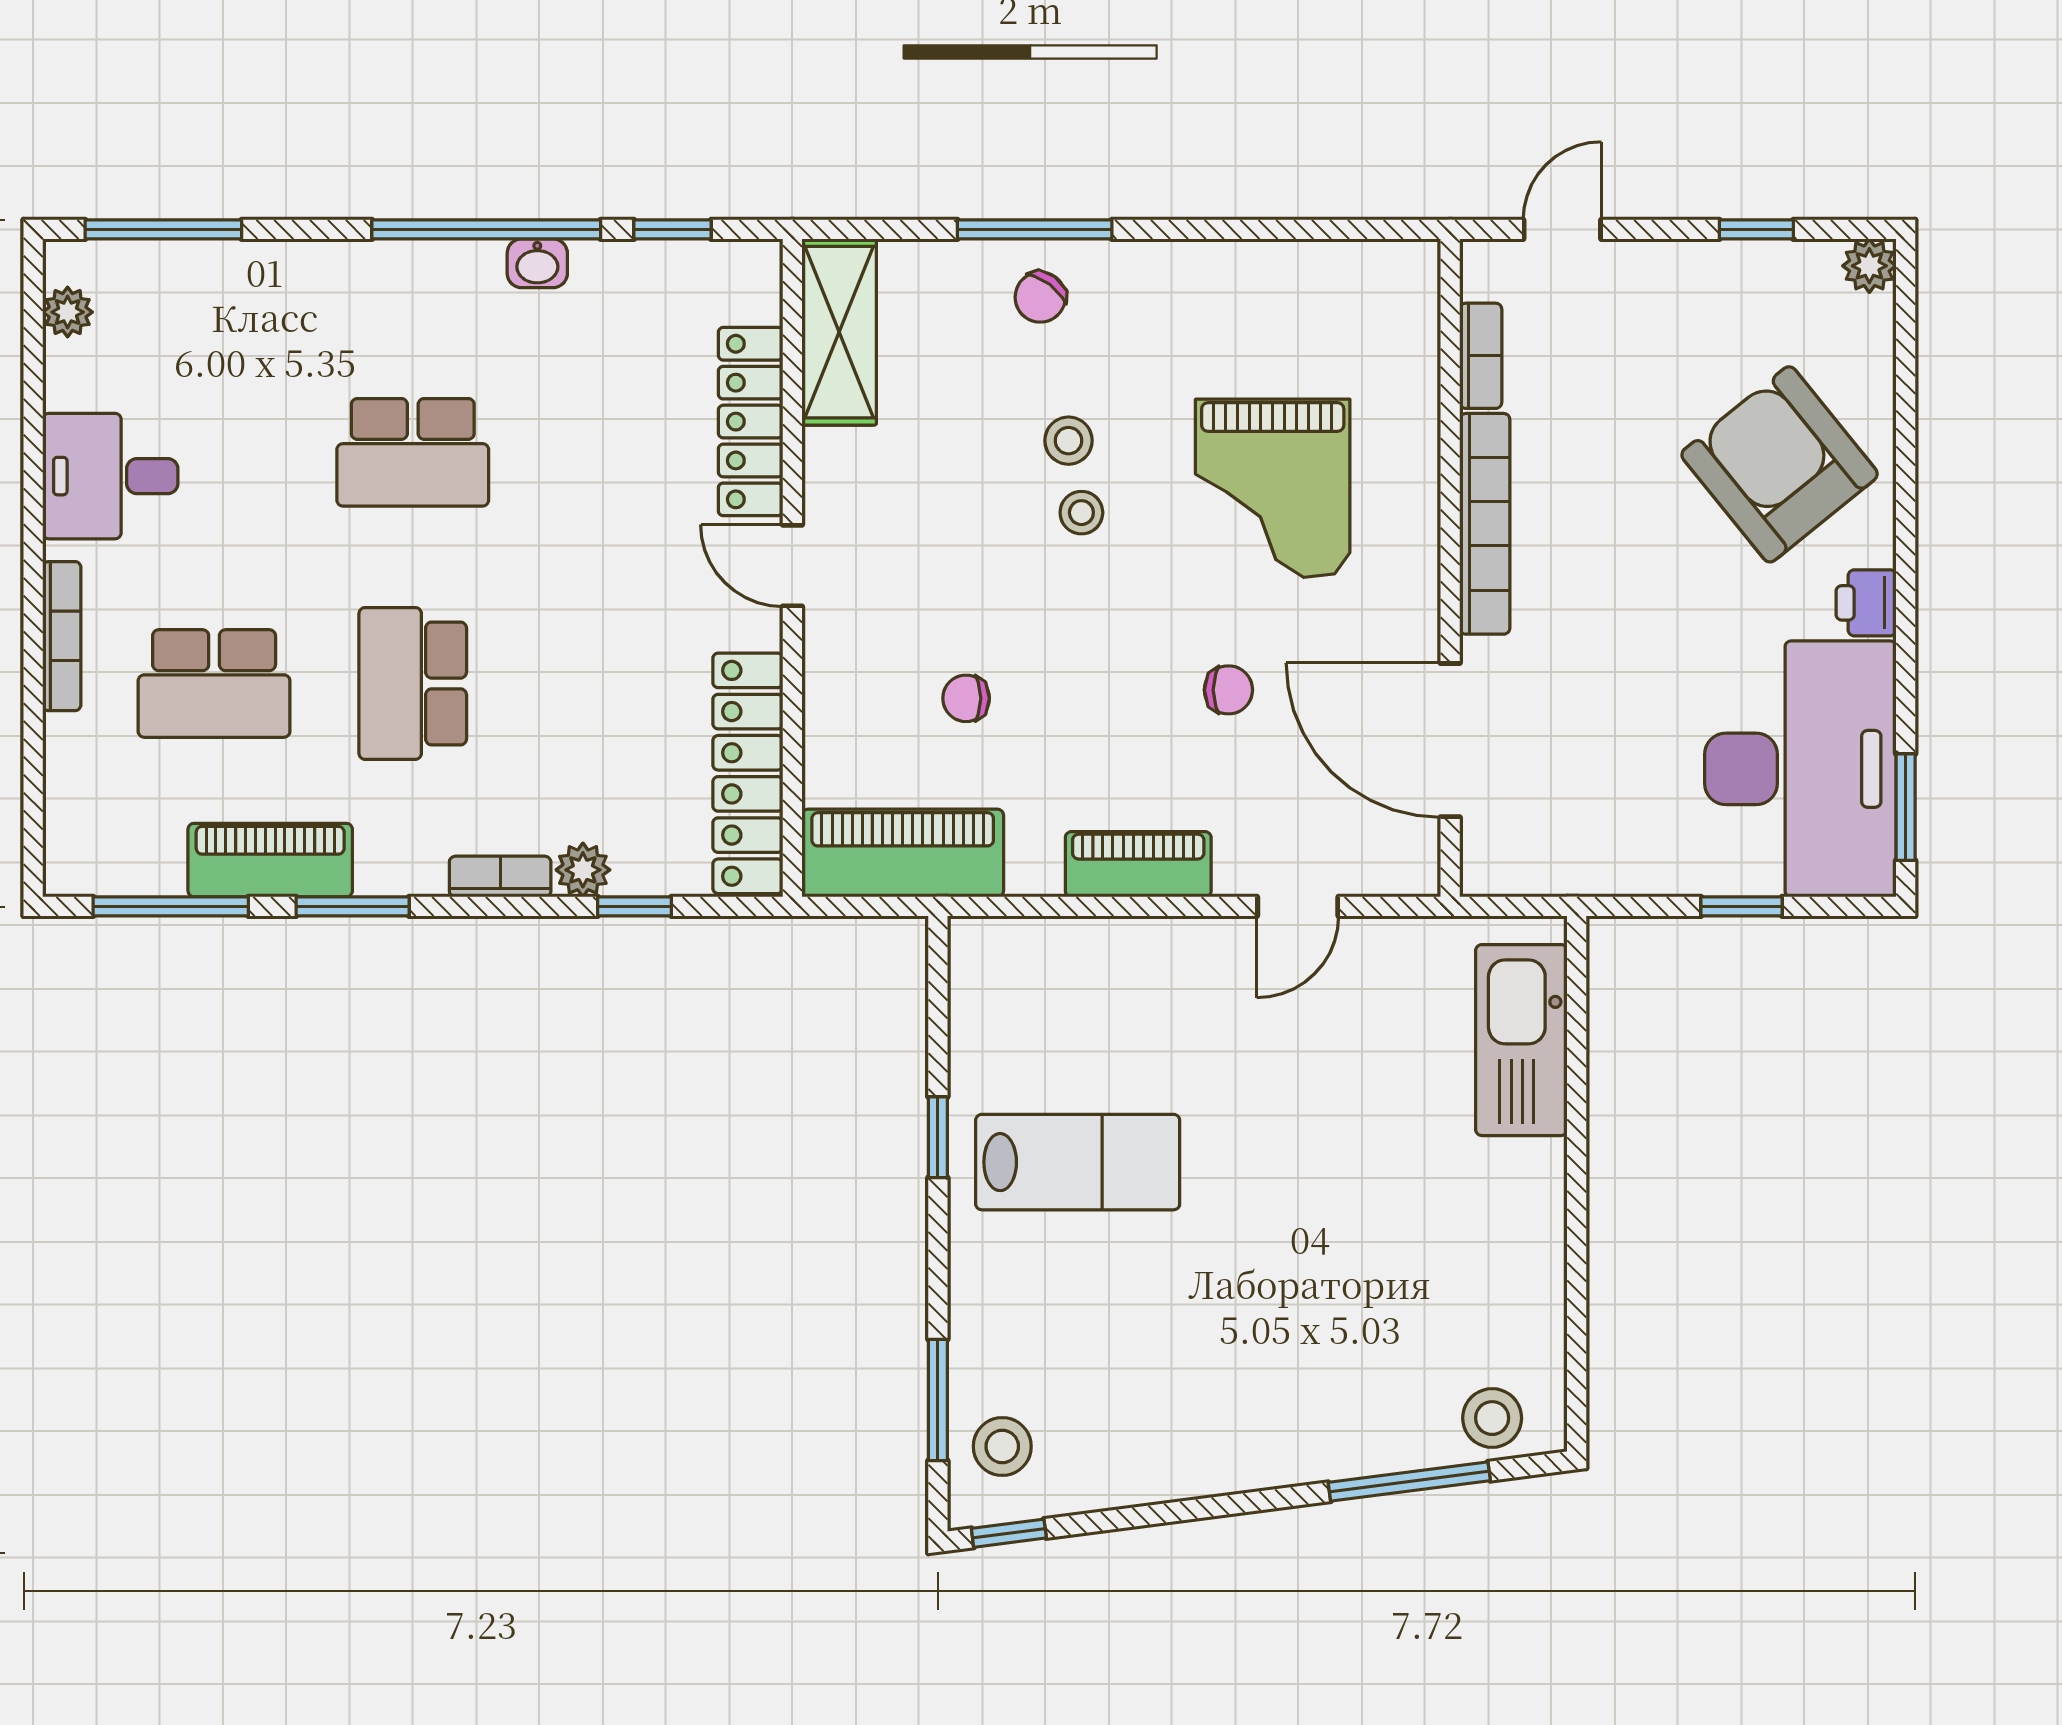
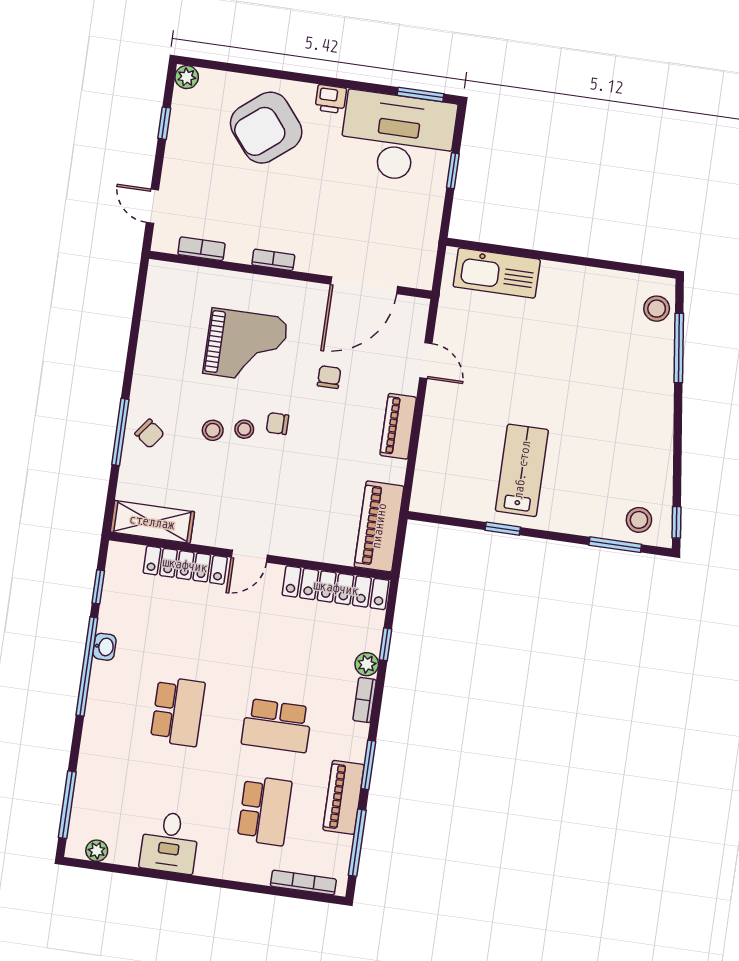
bookcase: (1485, 524) -> (273, 260), width x0.43, depth x0.76
bookcase: (62, 636) -> (303, 883), moved
chair: (966, 698) -> (277, 424), moved, turned 90

